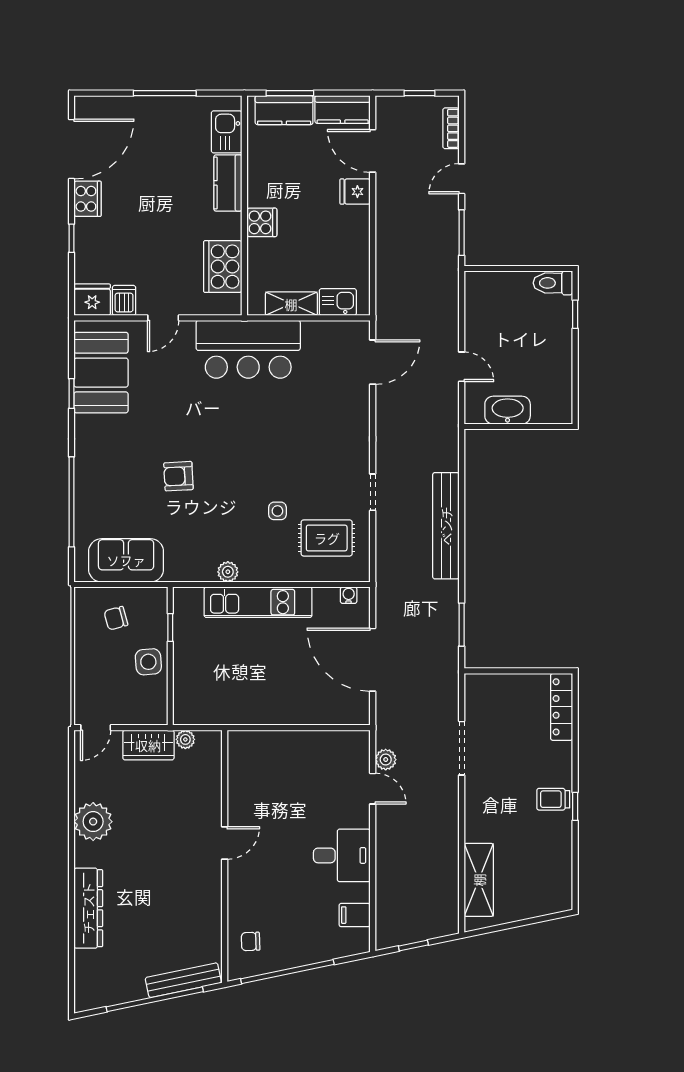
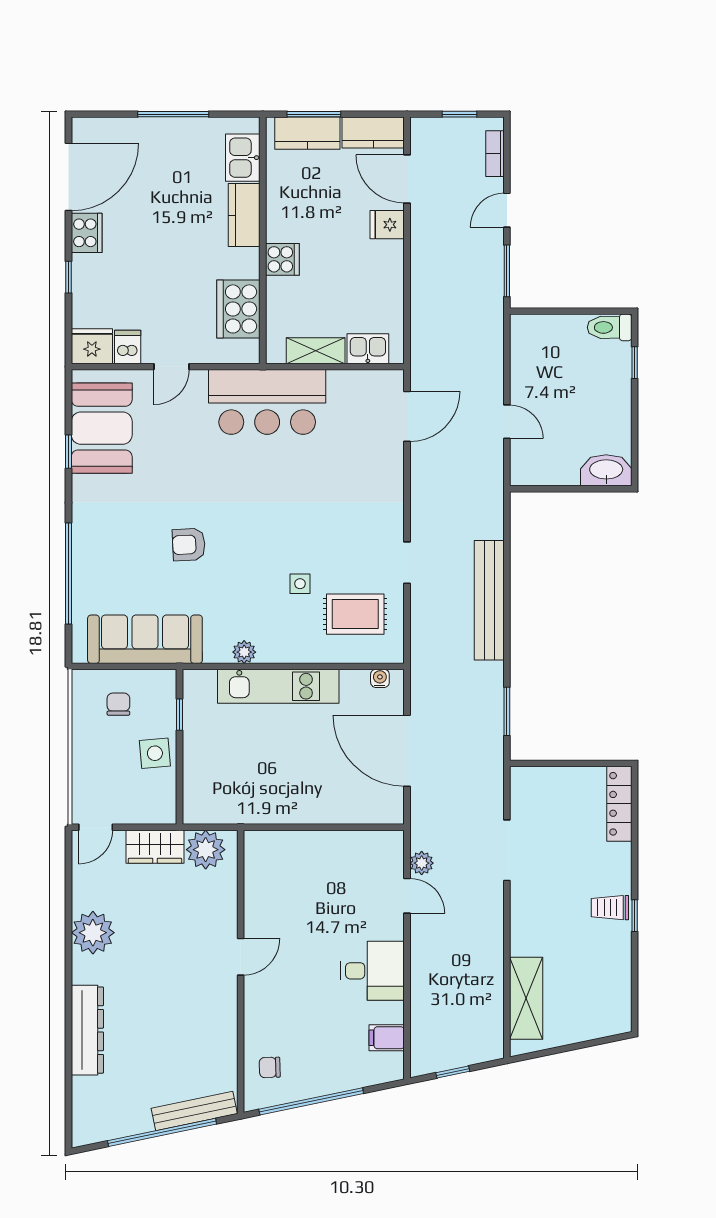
washbasin: (508, 410) -> (606, 470), moved
sofa: (126, 560) -> (145, 639), width x1.36
chair: (116, 618) -> (118, 704), turned 105
plant: (185, 739) -> (206, 850), width x1.87, depth x1.87

